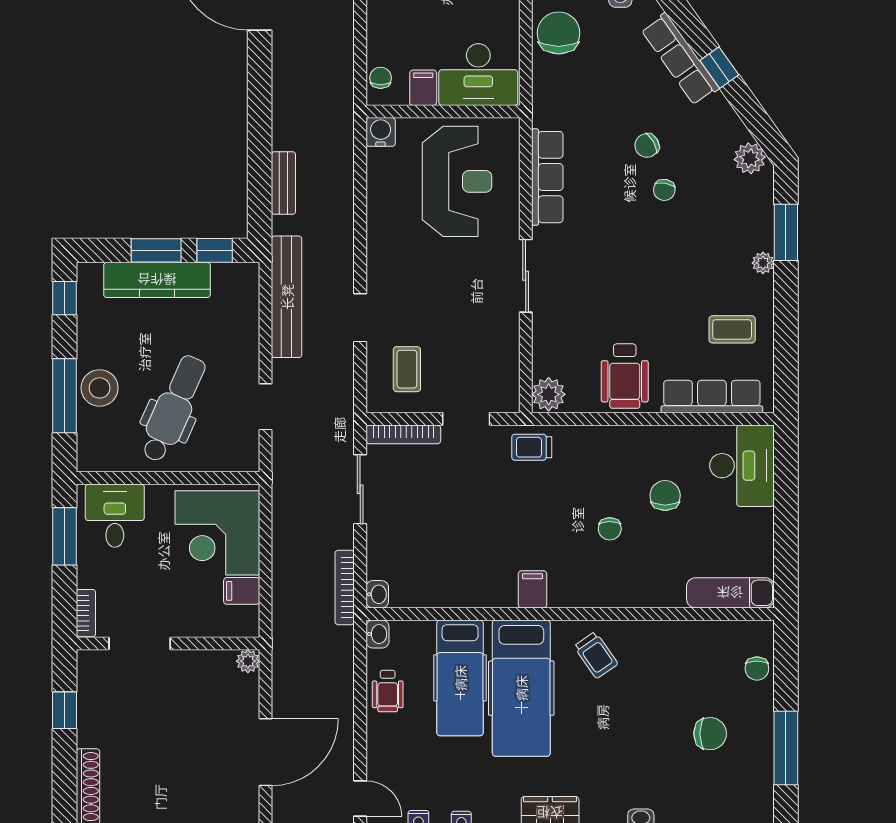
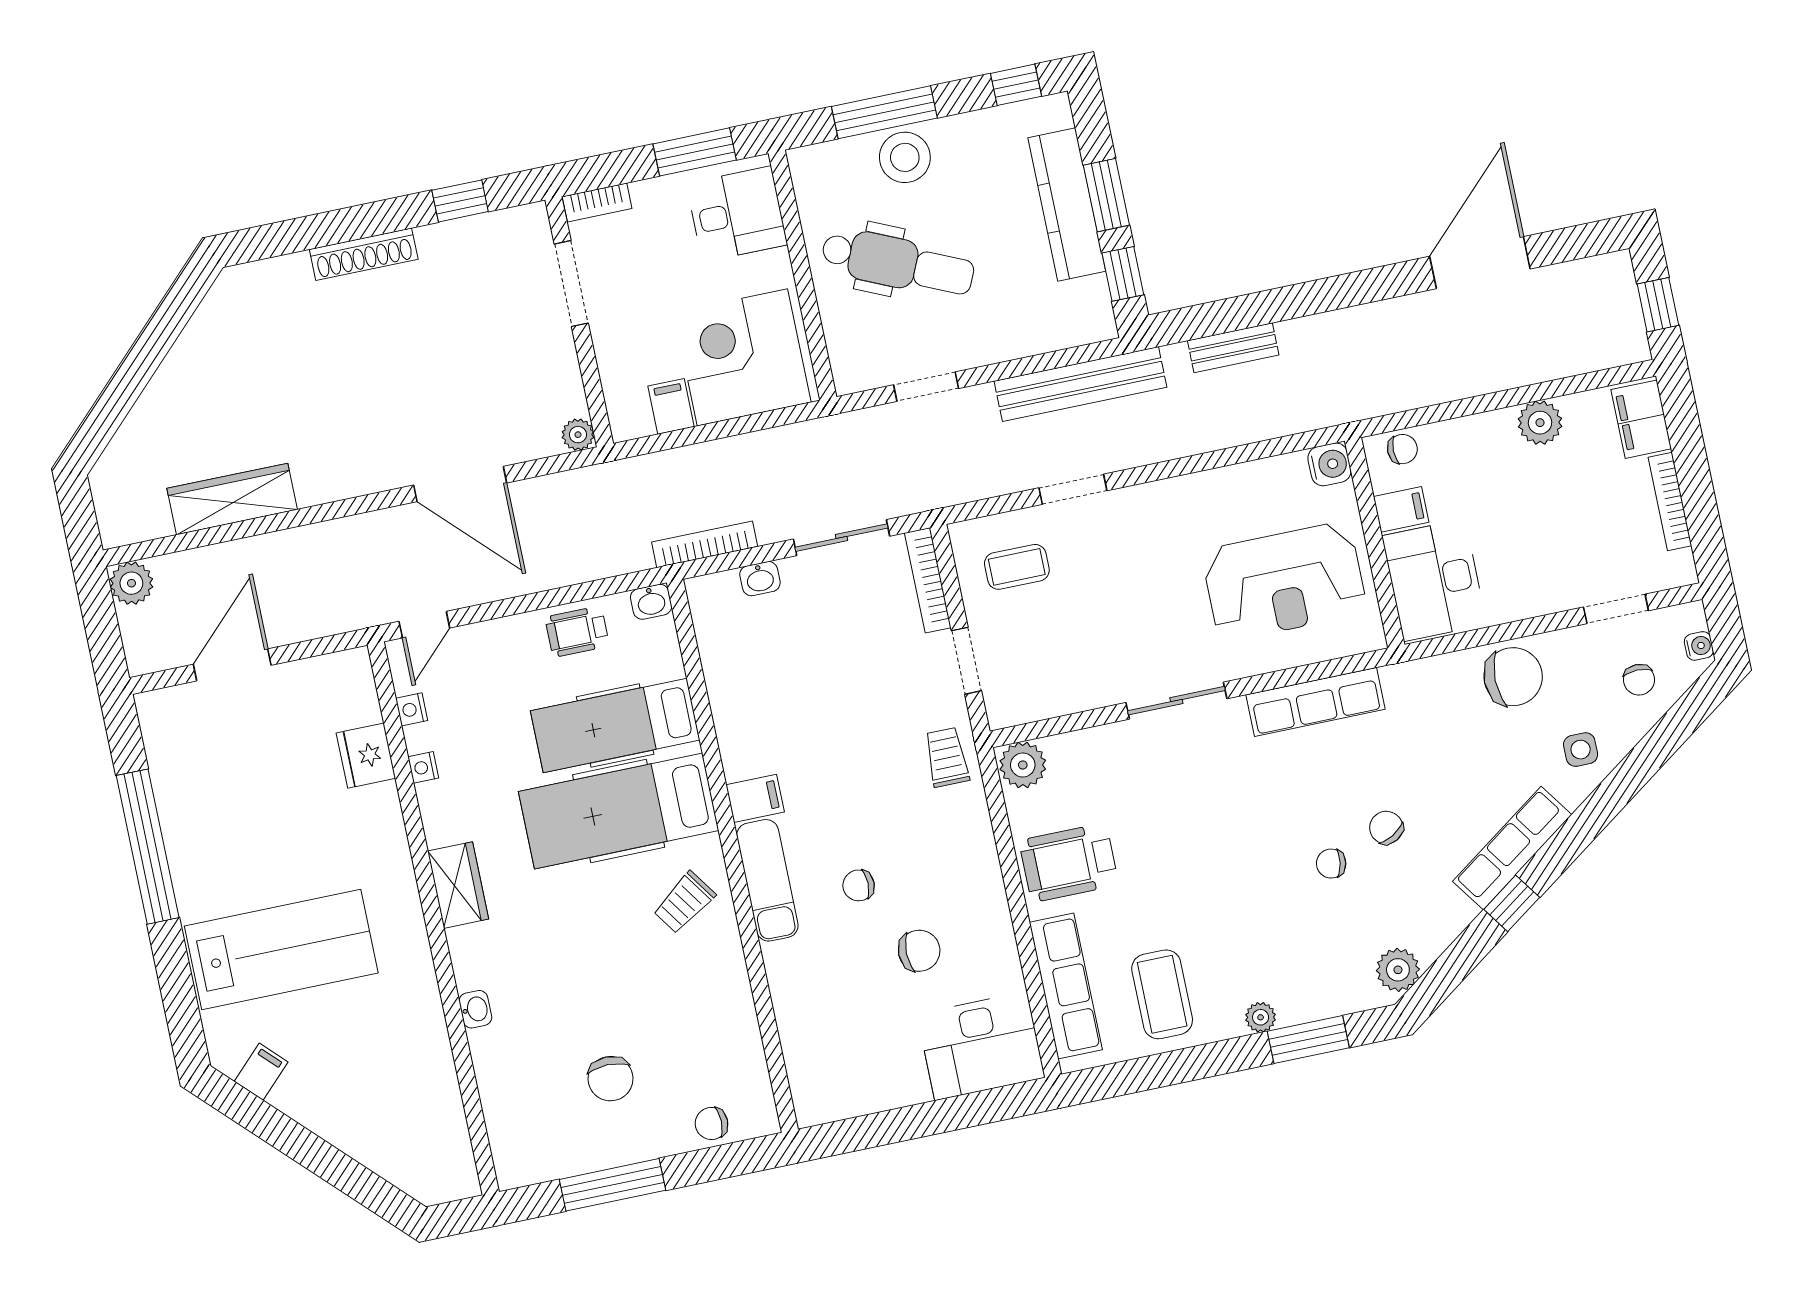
coffee table: (732, 329) -> (1162, 994), width x1.36, depth x1.30
exam couch: (730, 593) -> (767, 880), moved
washbasin: (377, 594) -> (760, 579), moved

